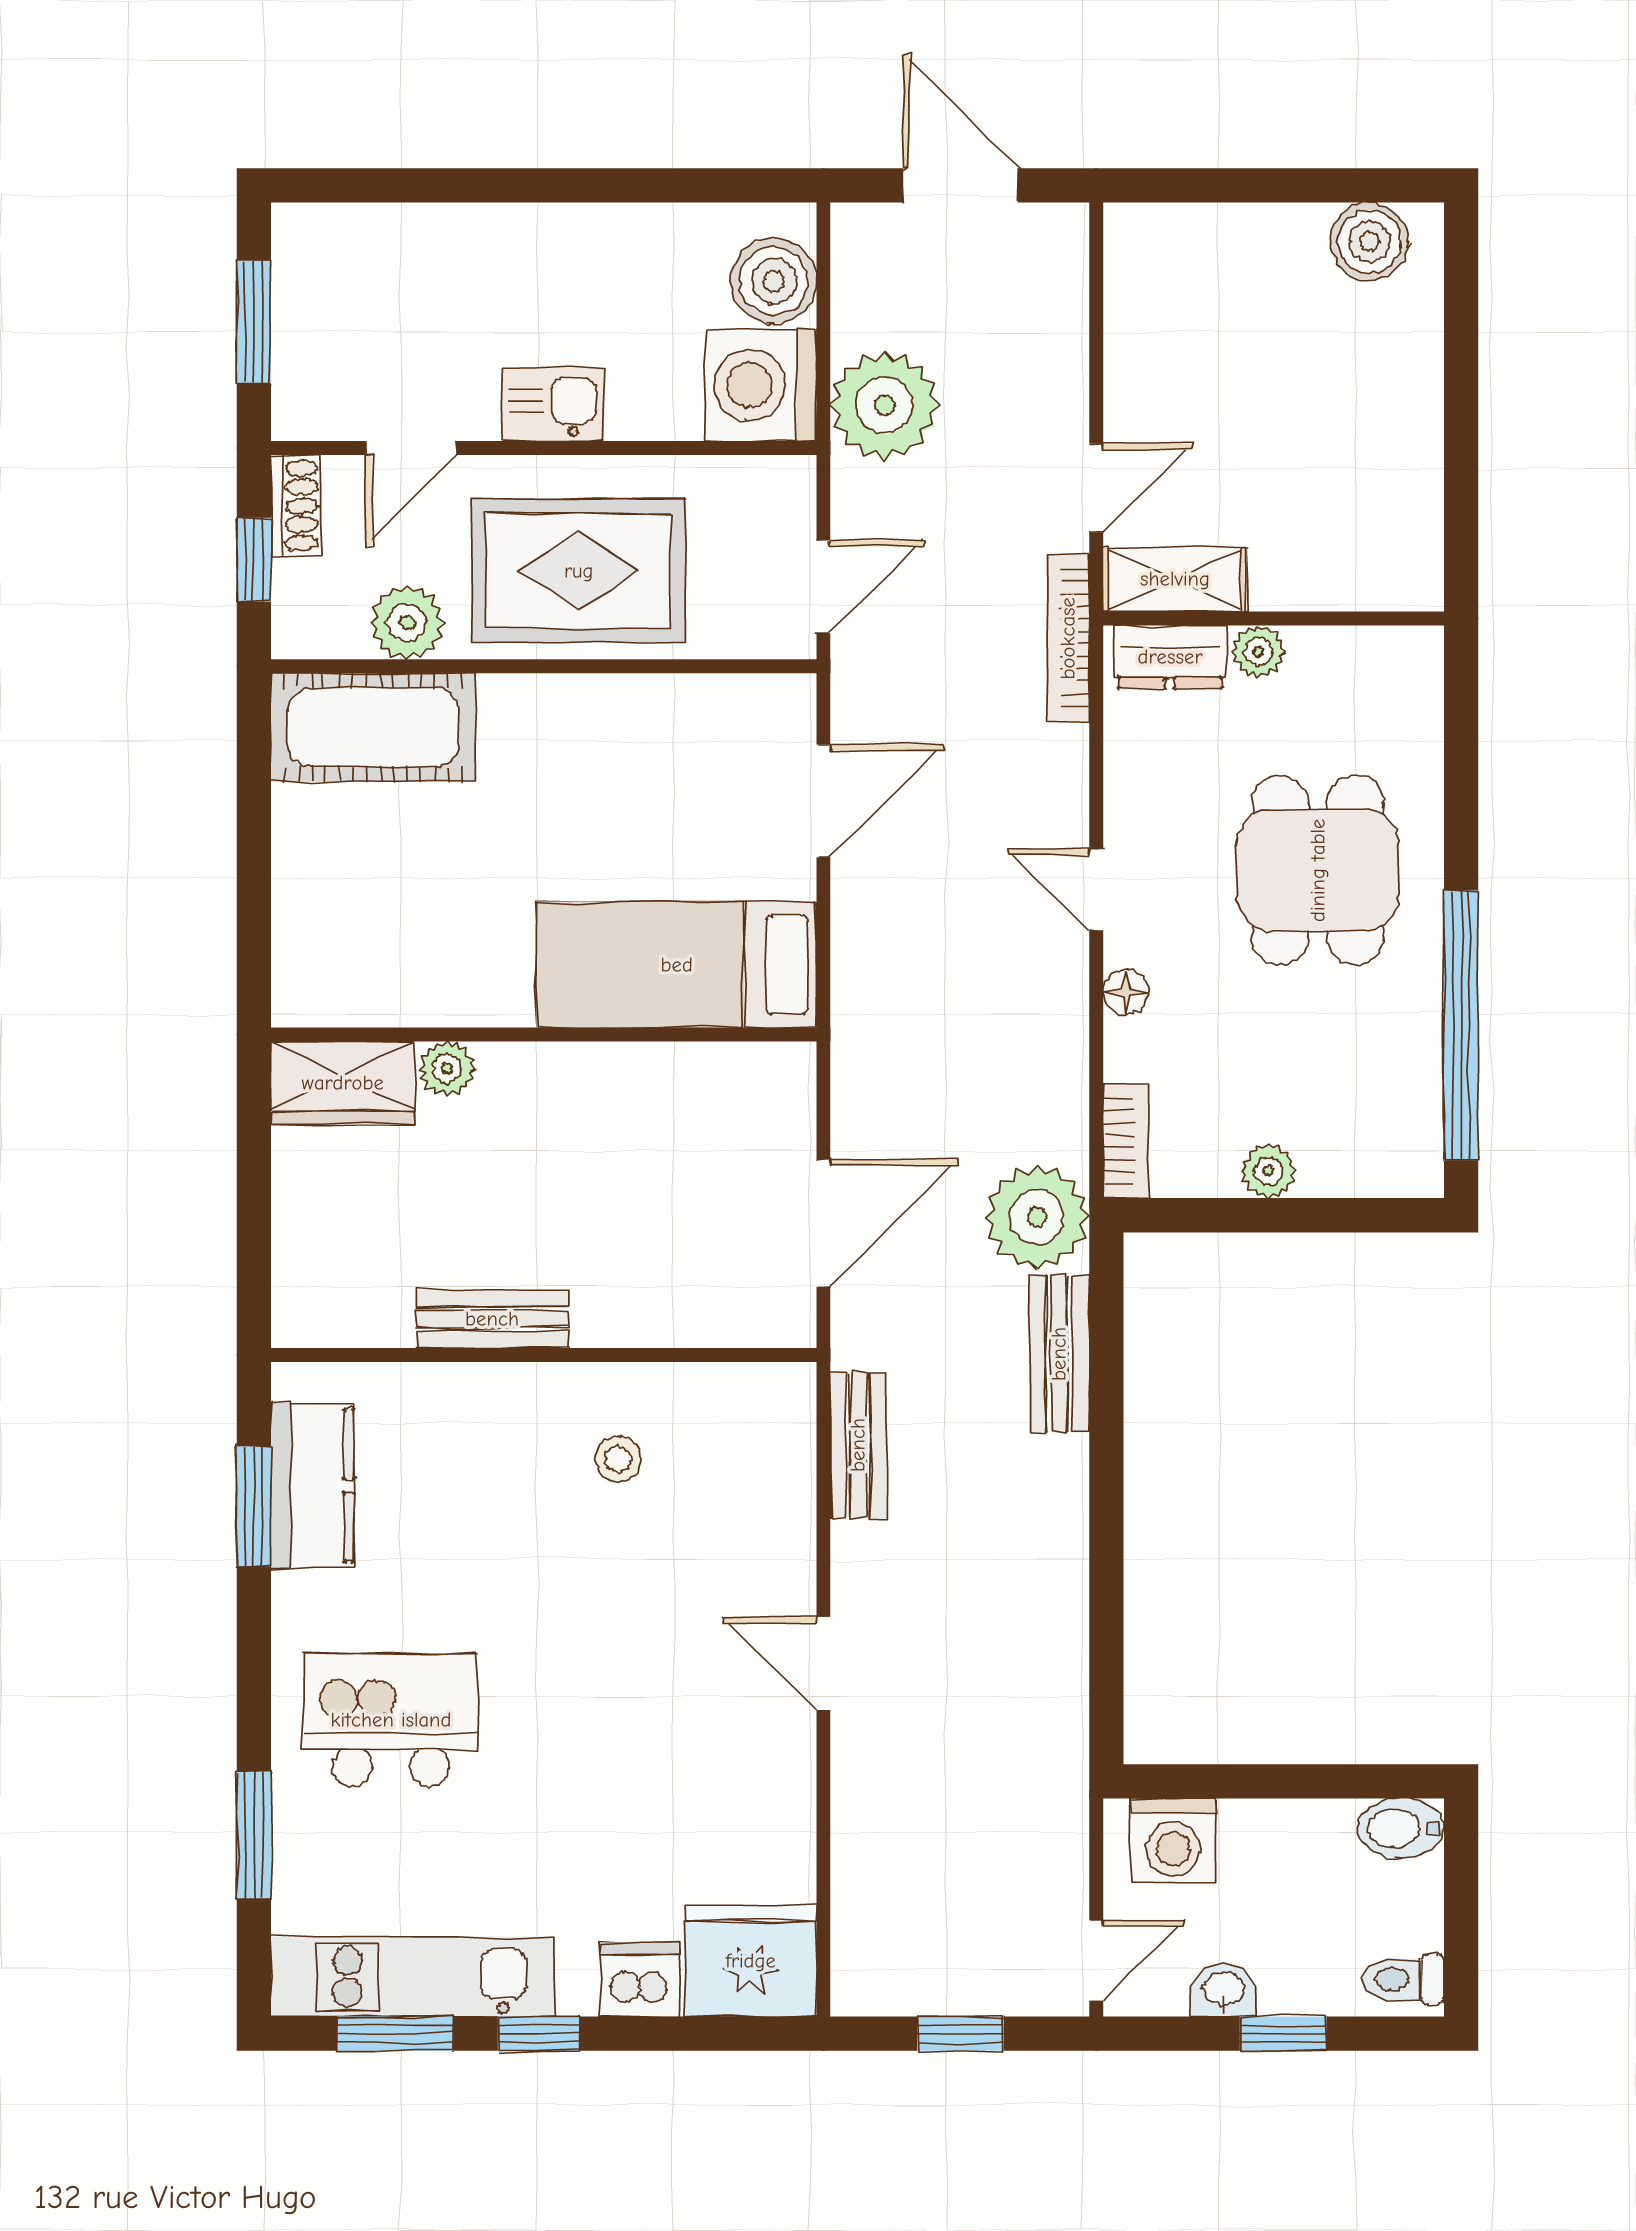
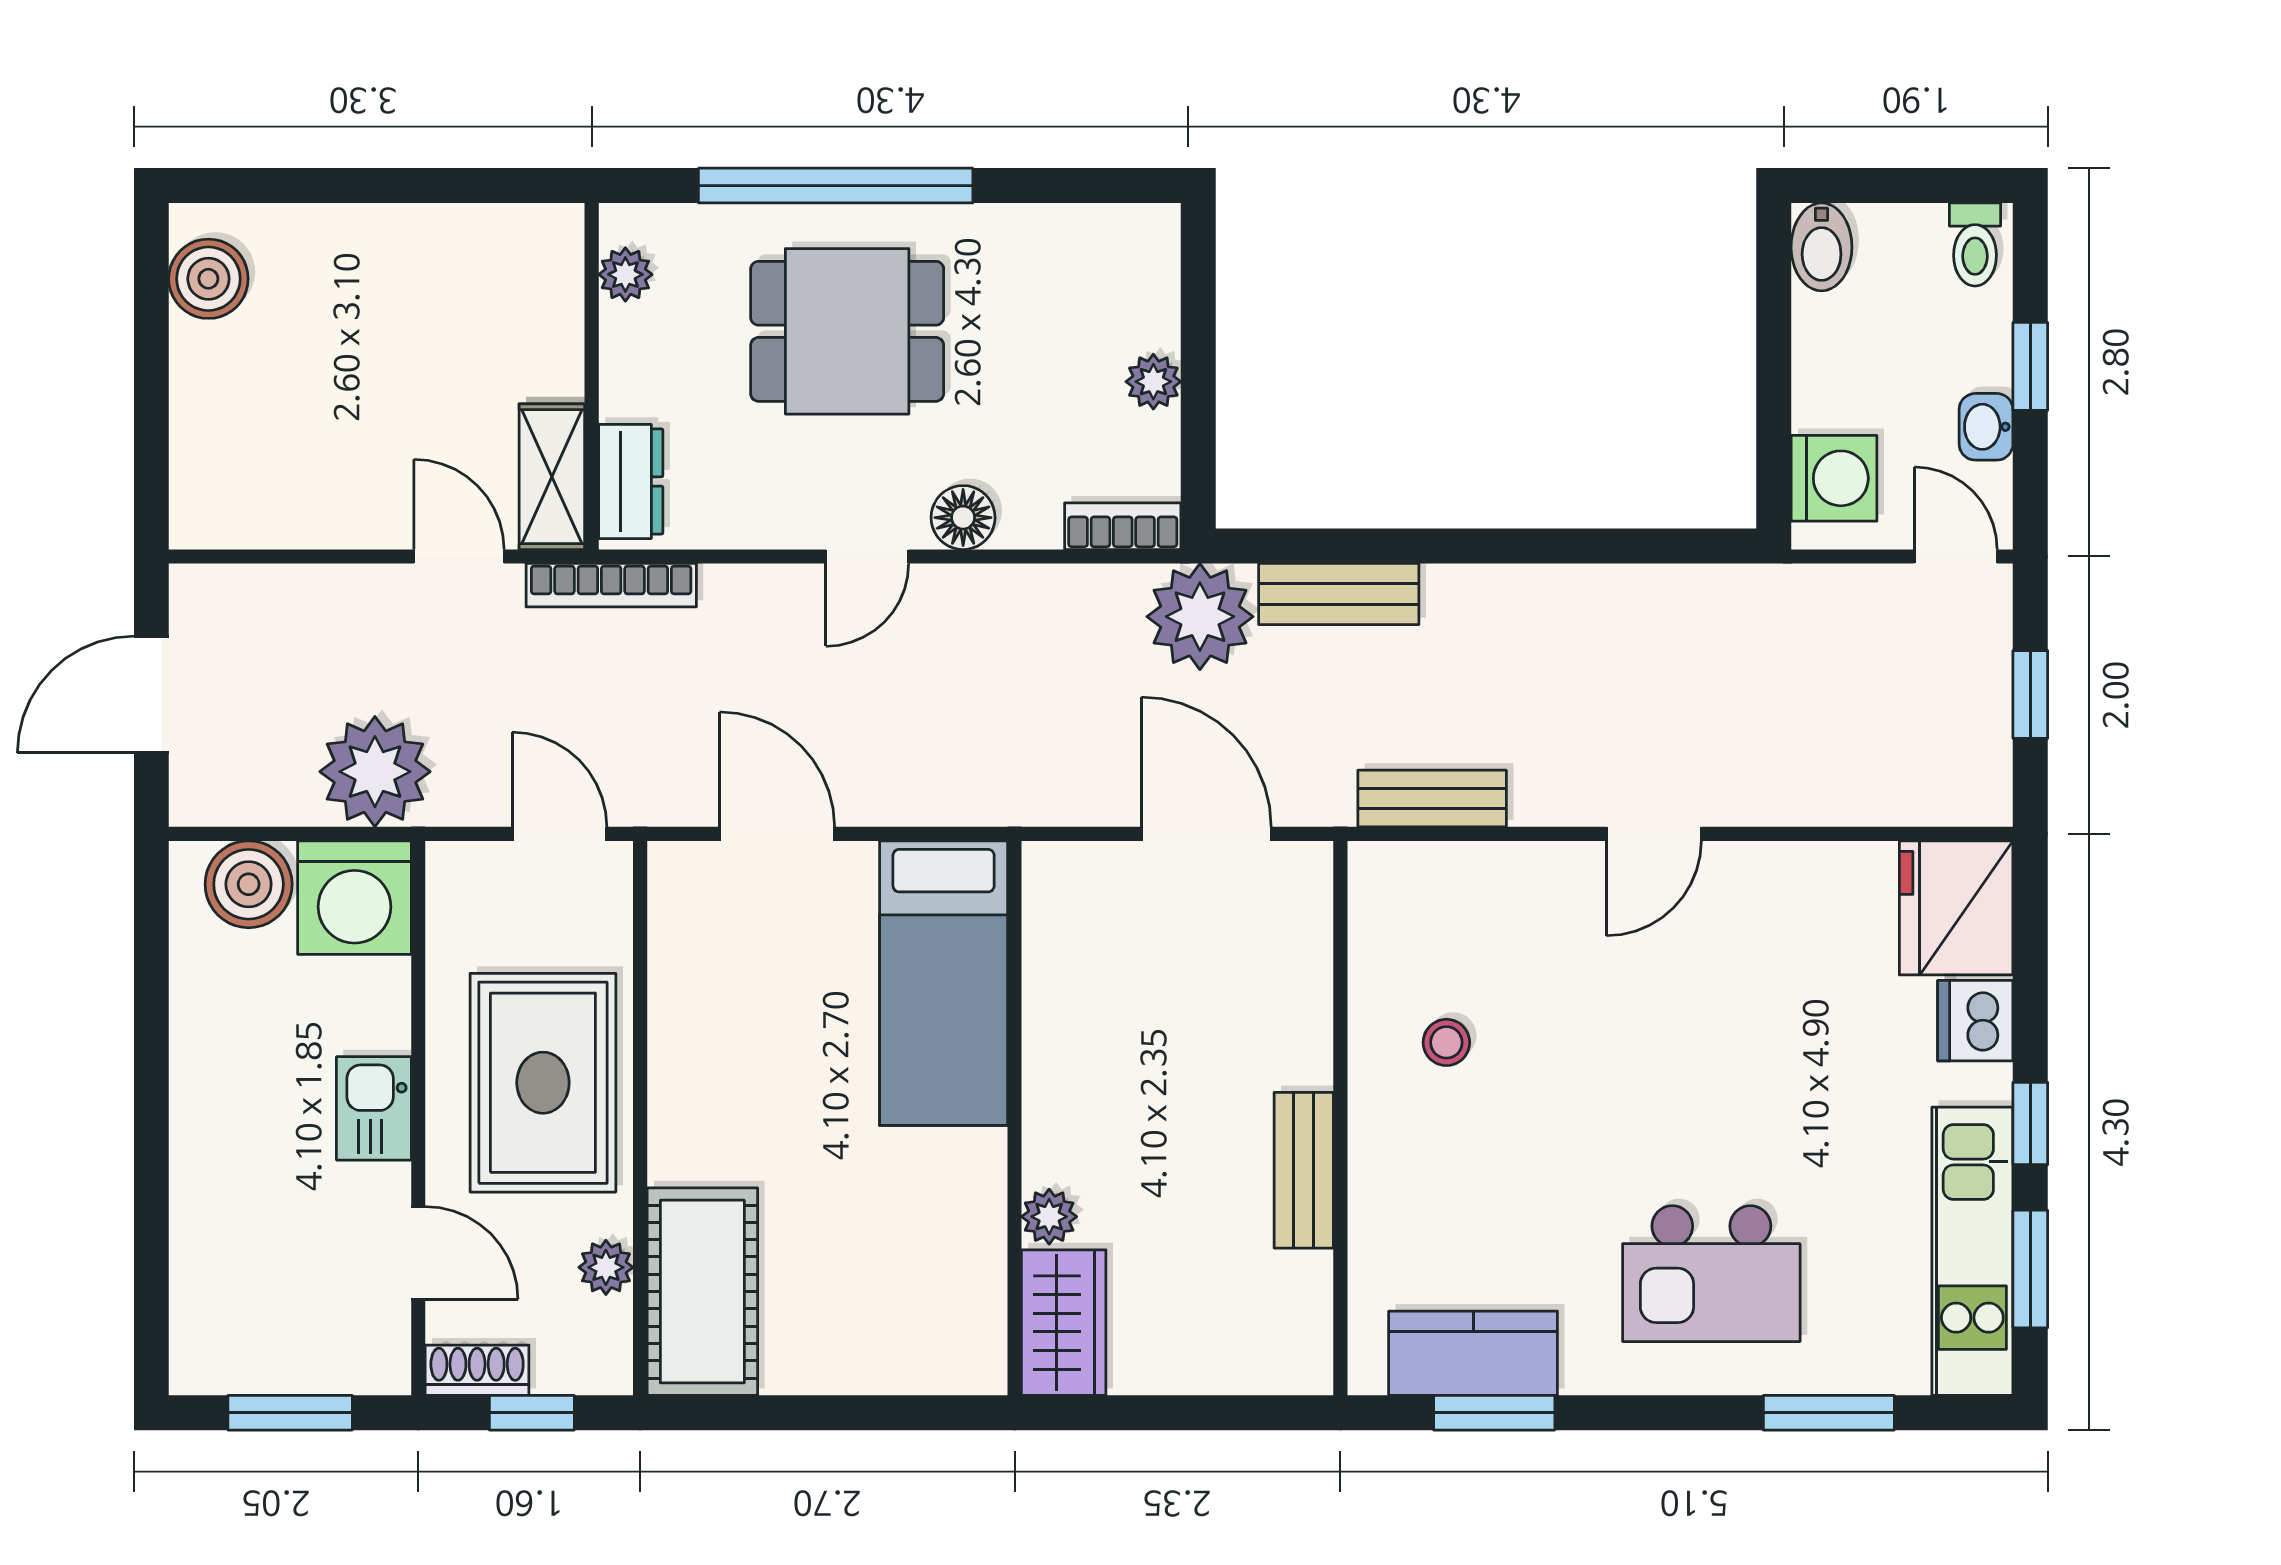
plant: (407, 622) -> (606, 1267), width x0.73, depth x0.73
plant: (1258, 652) -> (625, 274), moved
floor lamp: (1126, 992) -> (963, 518), width x1.37, depth x1.37
window: (1461, 1026) -> (836, 186), moved
kitchen island: (391, 1720) -> (1711, 1274), turned -90

